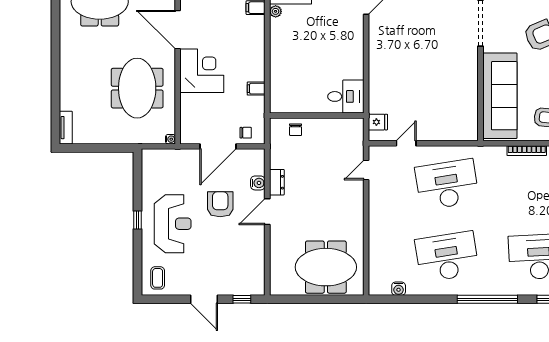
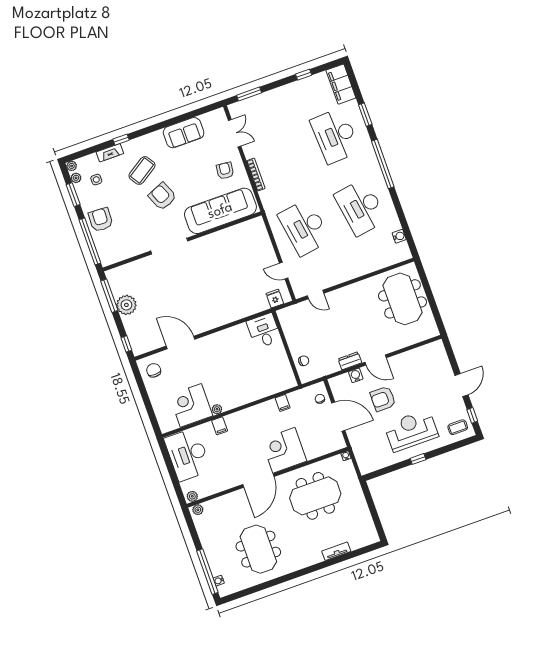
tv unit: (66, 128) -> (336, 551), moved
window: (242, 299) -> (472, 415), moved

